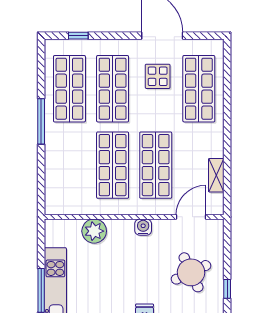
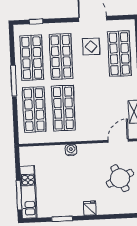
shop shelf: (156, 165) -> (34, 110), moved
water cooler: (143, 227) -> (71, 150), moved
plant: (94, 231) -> (53, 153), removed

